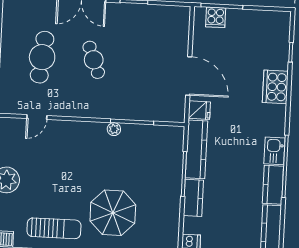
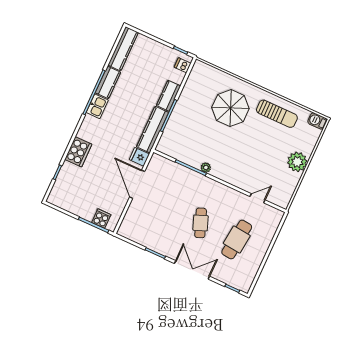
sun lounger: (54, 228) -> (277, 114), turned 180

